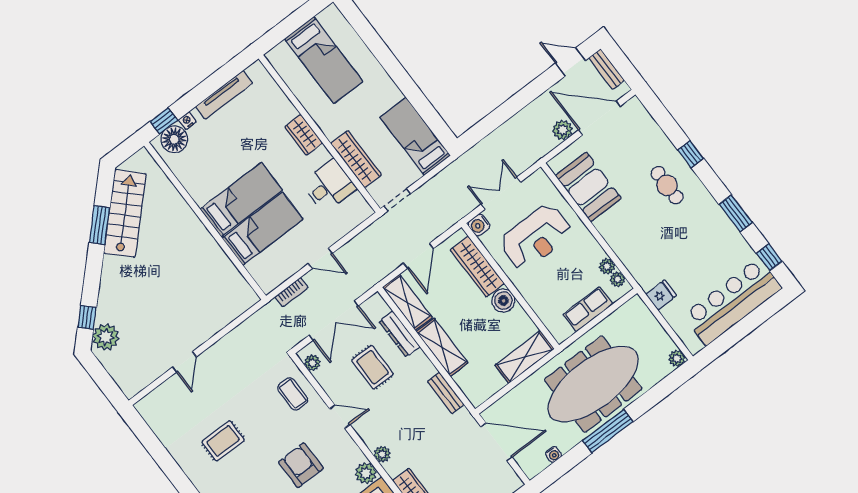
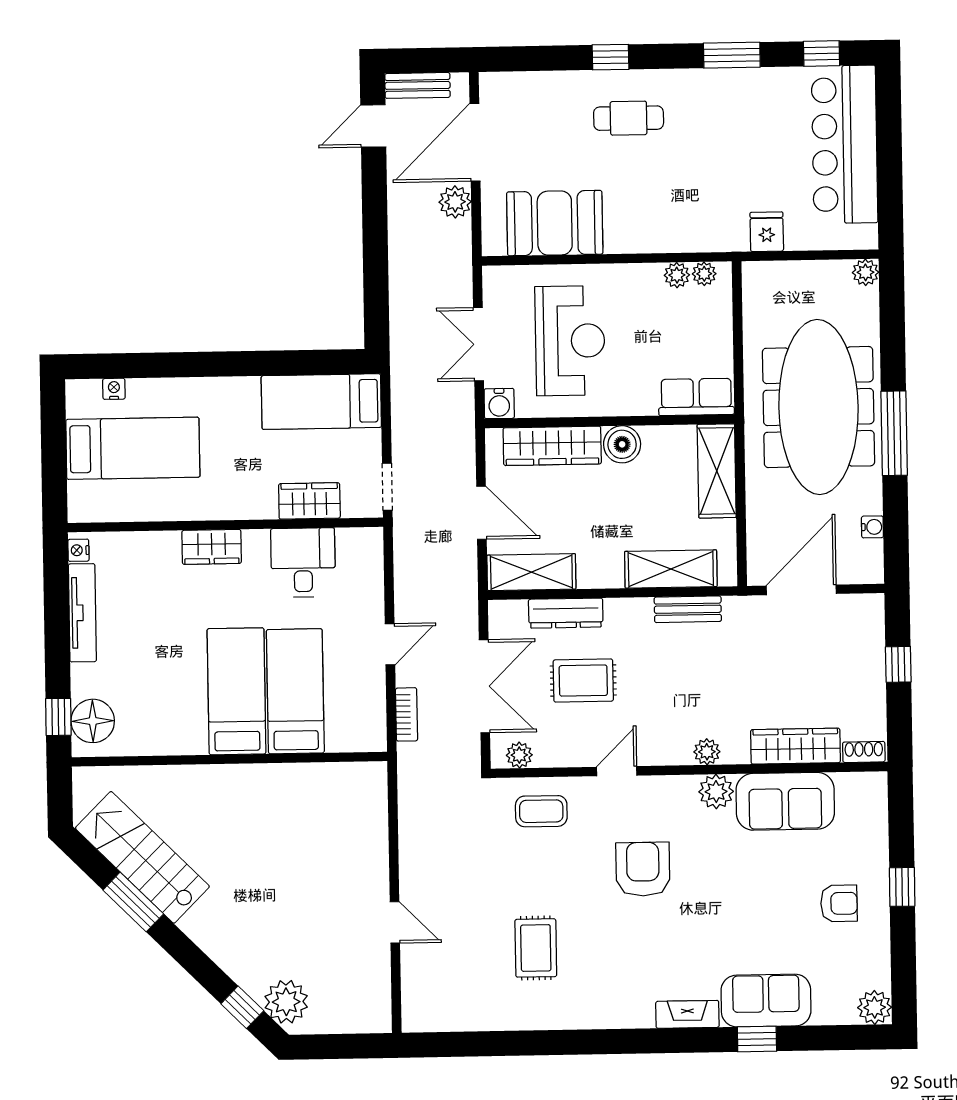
nightstand: (346, 29) -> (114, 389), added
nightstand: (187, 121) -> (78, 550), moved
wardrobe: (356, 159) -> (309, 501), width x0.67
row of seats: (588, 309) -> (696, 397), moved, turned 90
shelving: (442, 347) -> (671, 569), moved
armchair: (301, 465) -> (643, 869), turned 90

